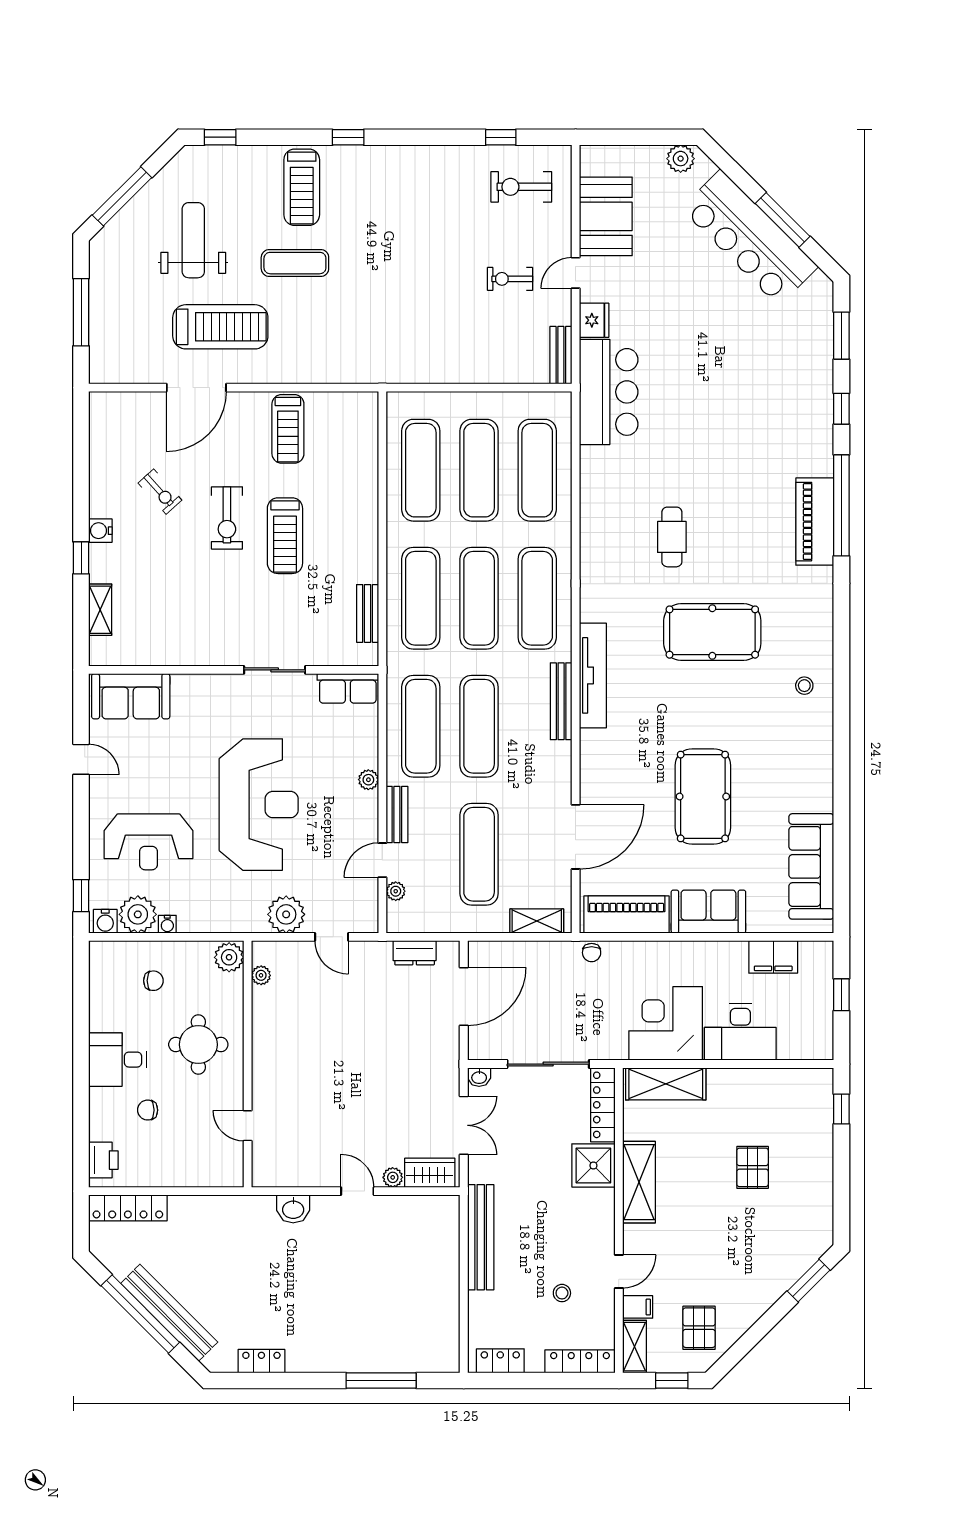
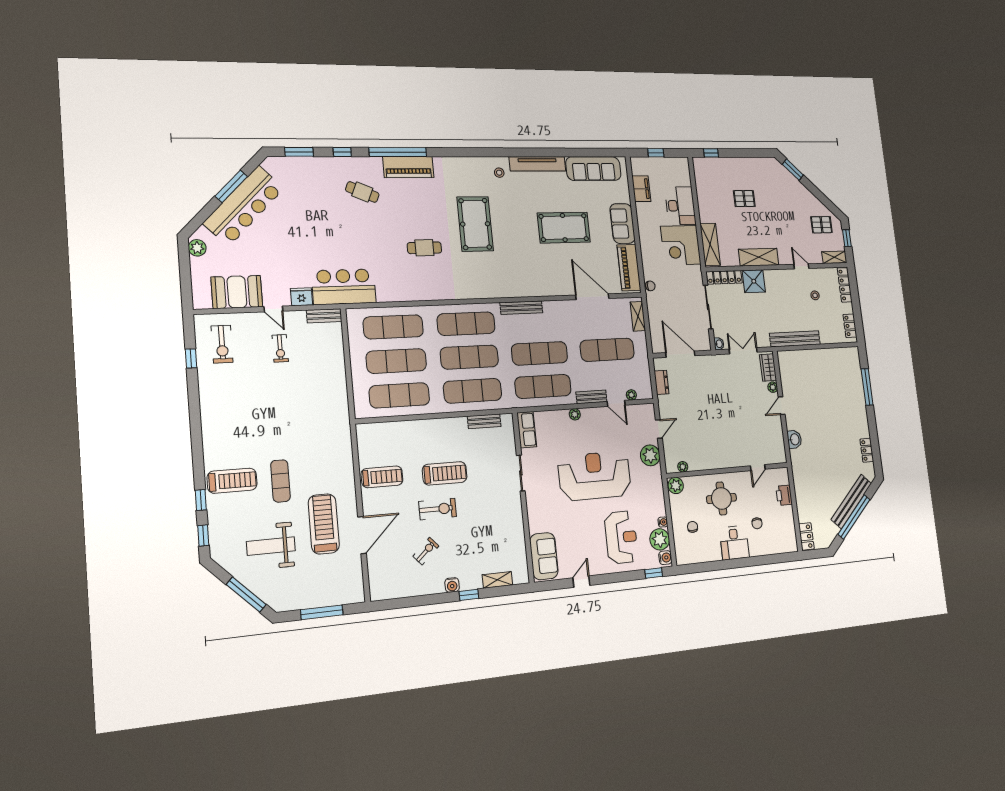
window: (348, 137) -> (201, 500), moved
door: (196, 388) -> (362, 535), hinge flipped
cafe table: (771, 437) -> (362, 192), added
tv unit: (593, 675) -> (537, 164), moved, turned 180
printer: (103, 1160) -> (784, 495), moved, turned -90
locker: (128, 1208) -> (806, 536), width x0.66
filing cabinet: (638, 1307) -> (816, 256), removed

